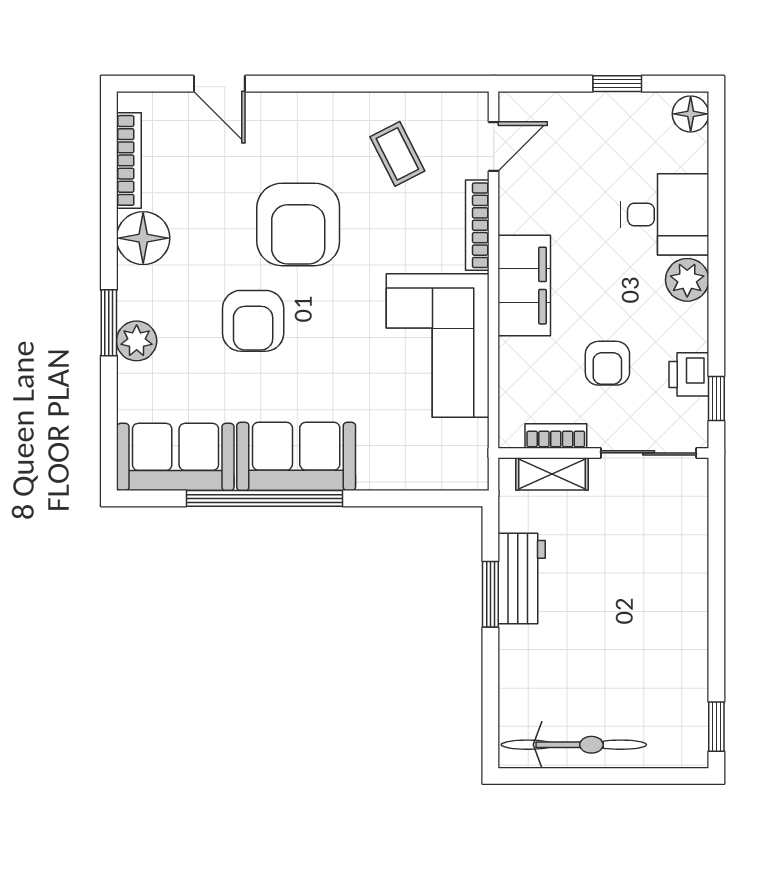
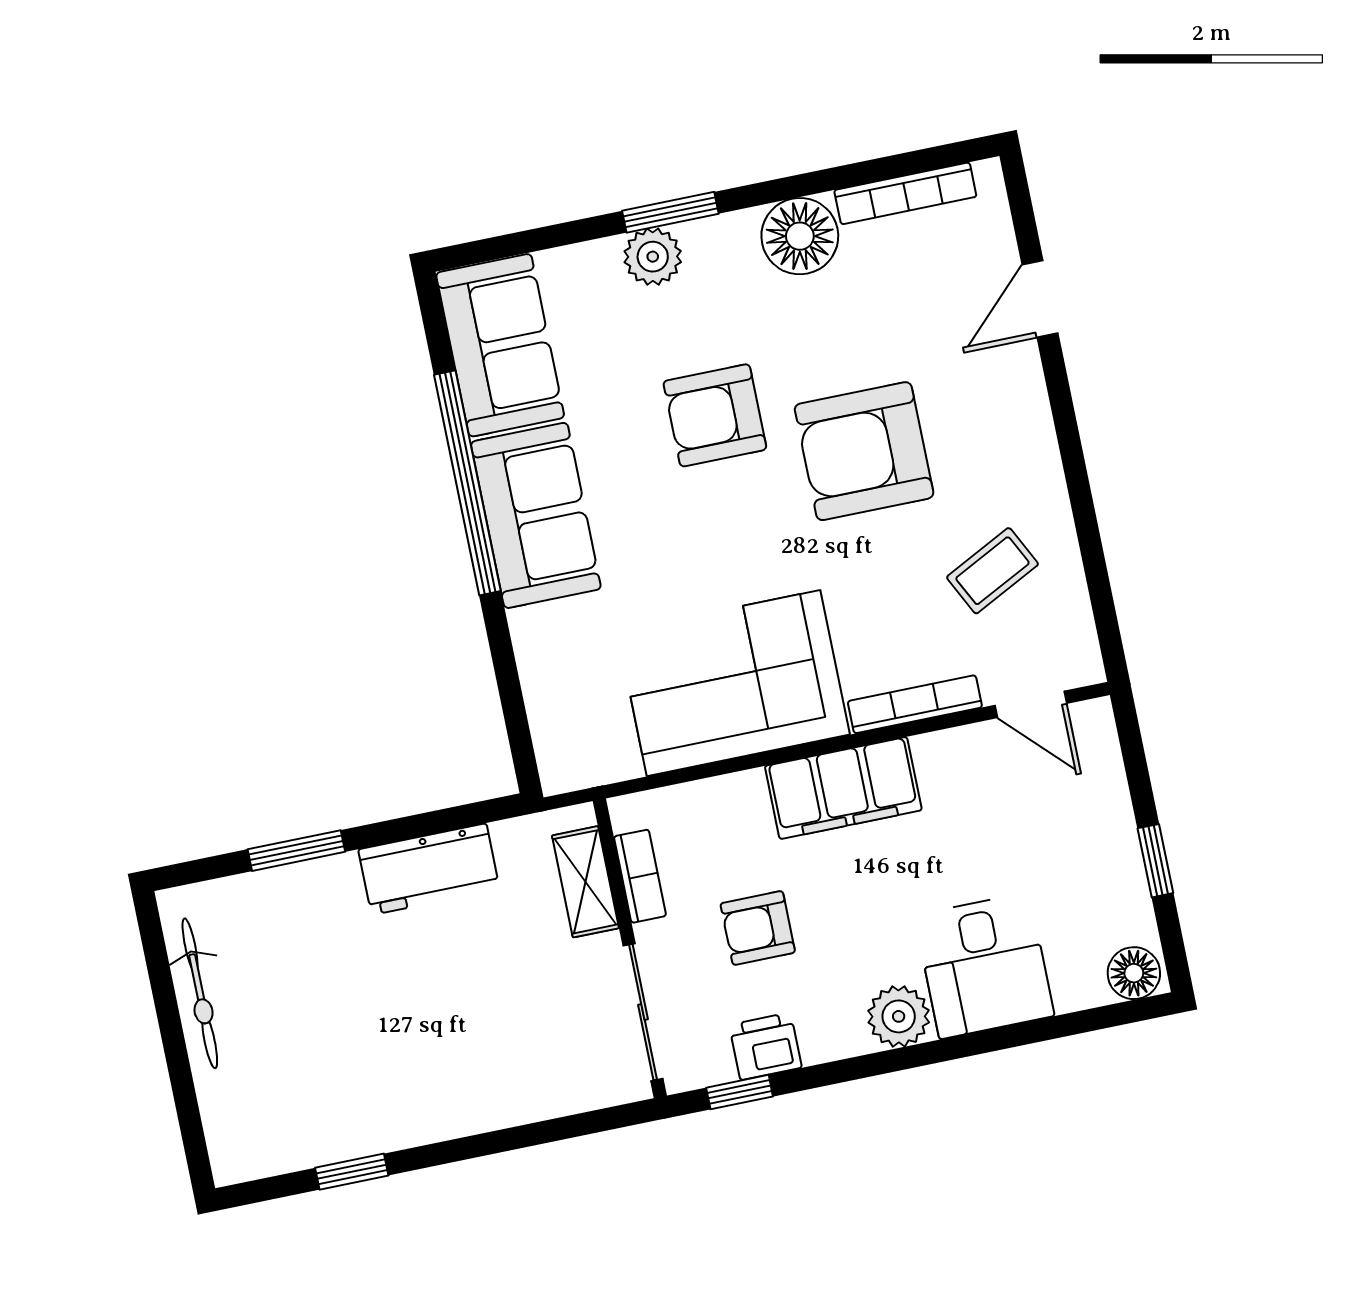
window: (490, 594) -> (296, 851), moved
window: (716, 727) -> (352, 1172), moved
bicycle: (574, 745) -> (200, 993), width x0.73, depth x0.71

